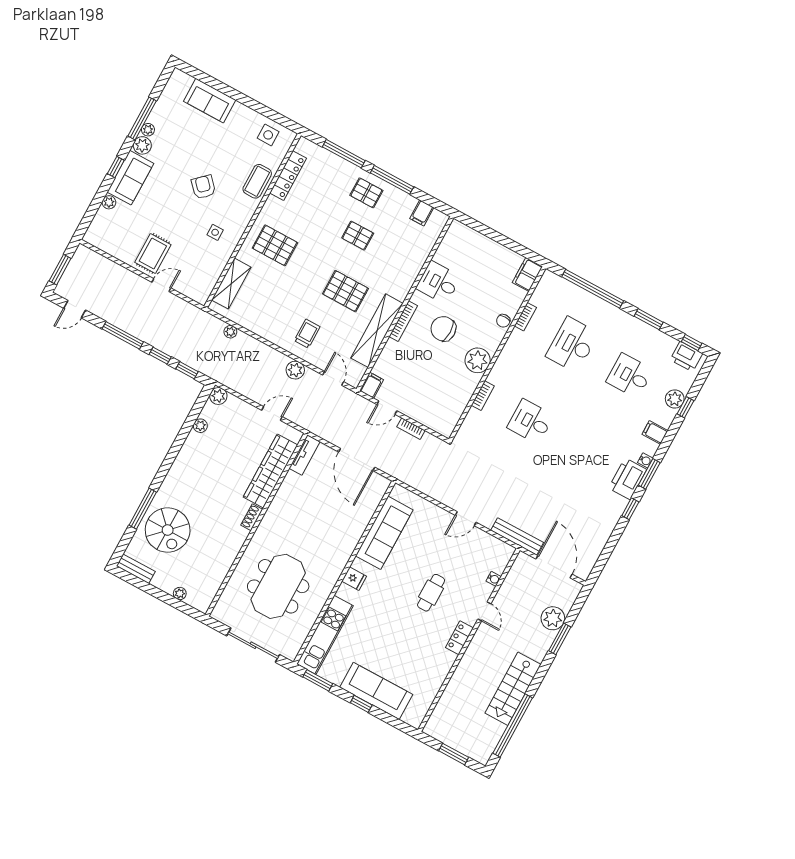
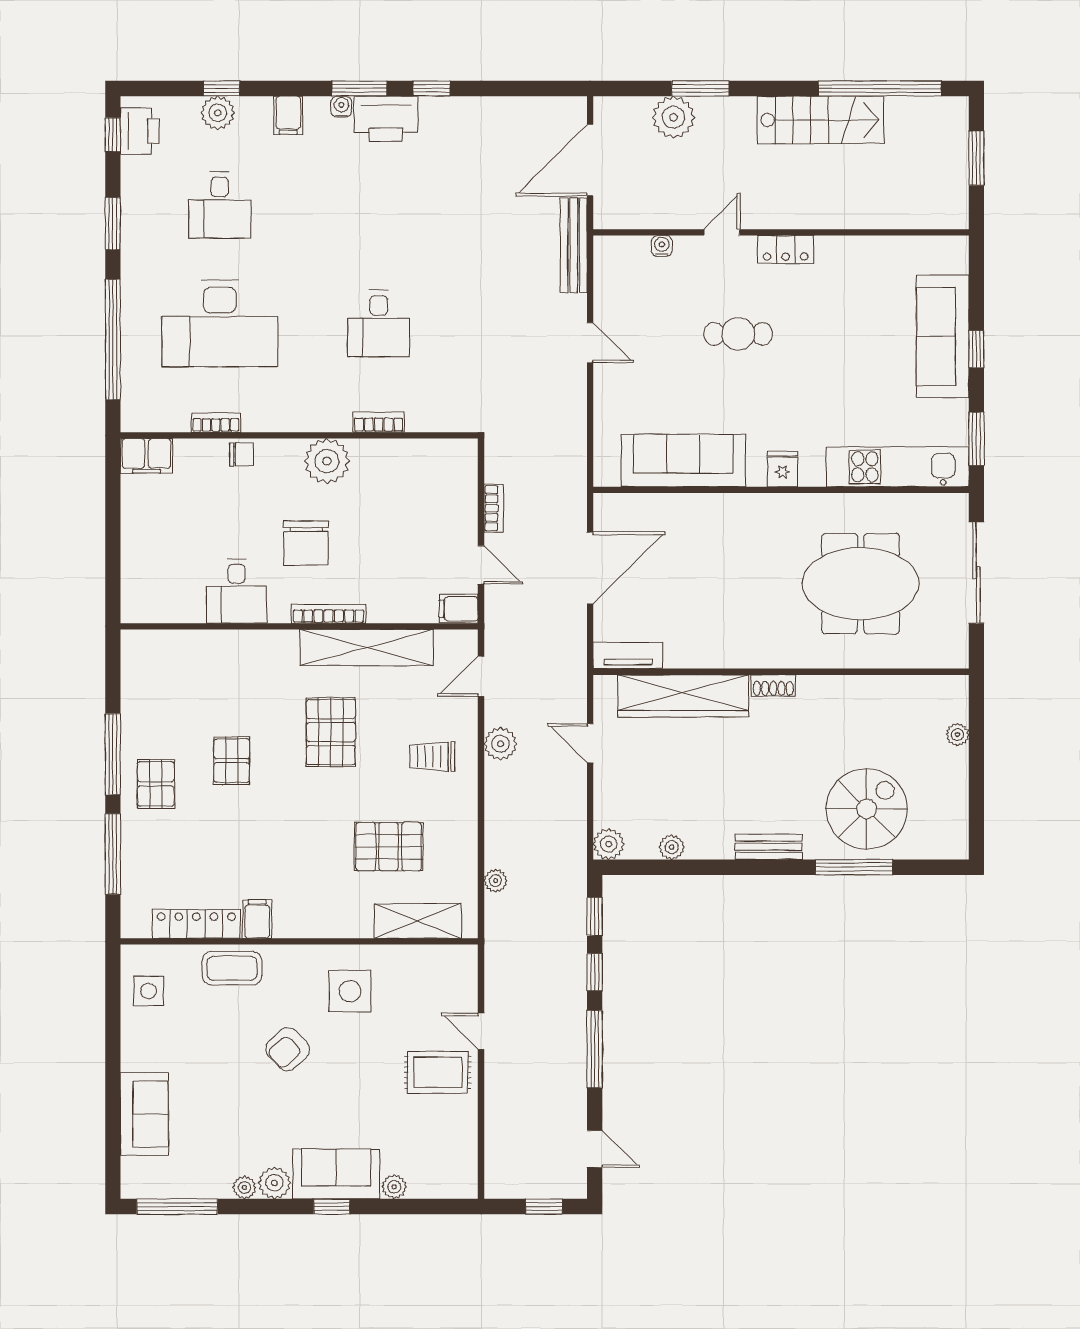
window: (142, 118) -> (177, 1207), moved
filing cabinet: (422, 213) -> (257, 919), moved, turned -90
side table: (215, 232) -> (350, 991), width x1.87, depth x1.87
pallet: (275, 245) -> (389, 847), moved, turned 90
window: (60, 270) -> (544, 1207), width x0.67
desk: (572, 345) -> (220, 324), width x1.36, depth x1.30
bench: (136, 569) -> (769, 847), moved, turned 90

